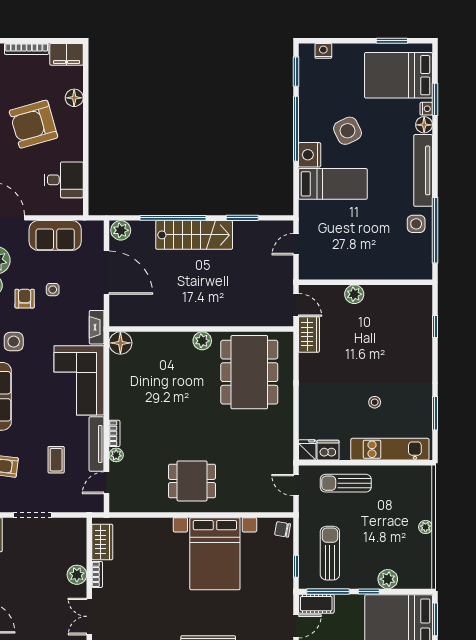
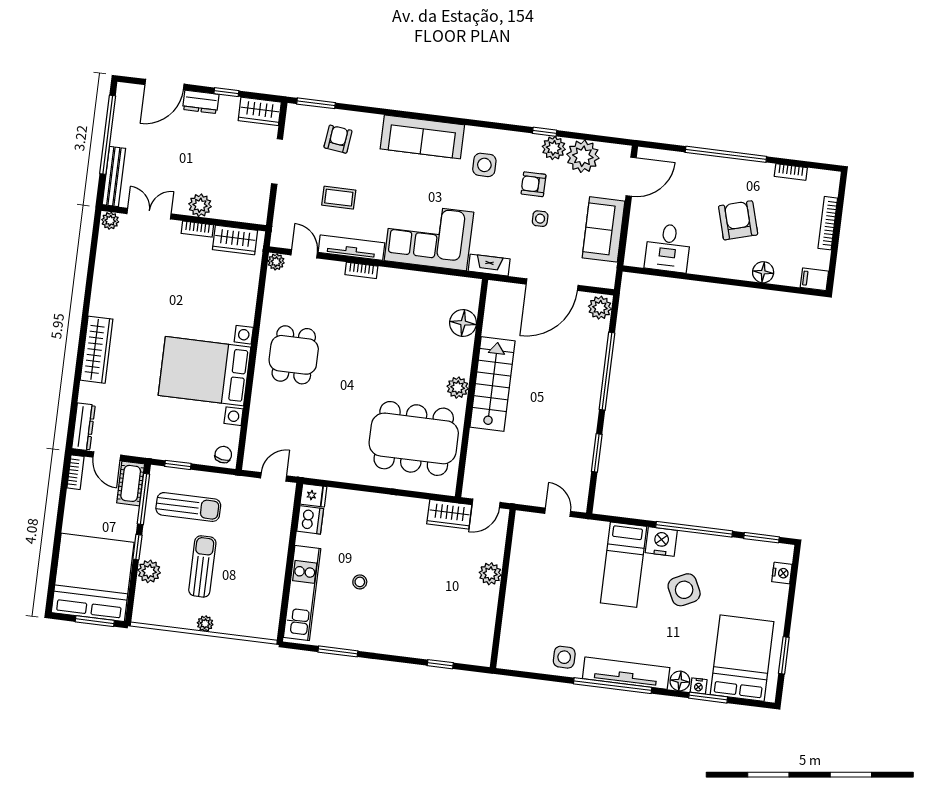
filing cabinet: (67, 54) -> (814, 279), width x0.50
armchair: (34, 124) -> (738, 220), width x0.73, depth x0.73
window: (435, 230) -> (613, 686), moved
stairs: (194, 235) -> (493, 384), moved, turned 180
armchair: (25, 299) -> (533, 184), turned 180
floor lamp: (120, 343) -> (463, 323), moved
plant: (116, 455) -> (276, 262), moved
sun lounger: (346, 483) -> (202, 566), moved

